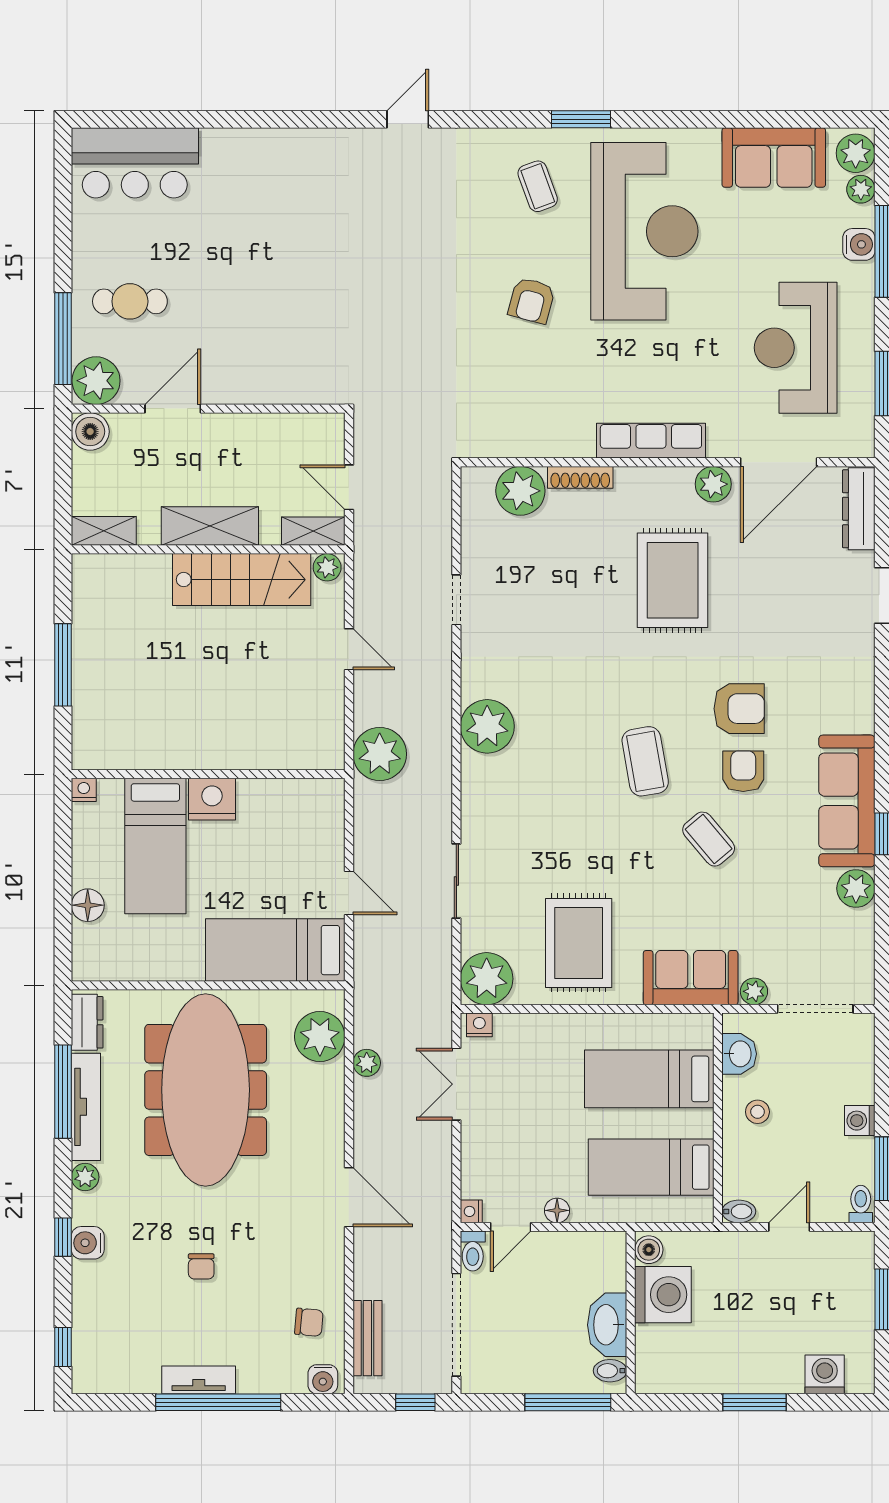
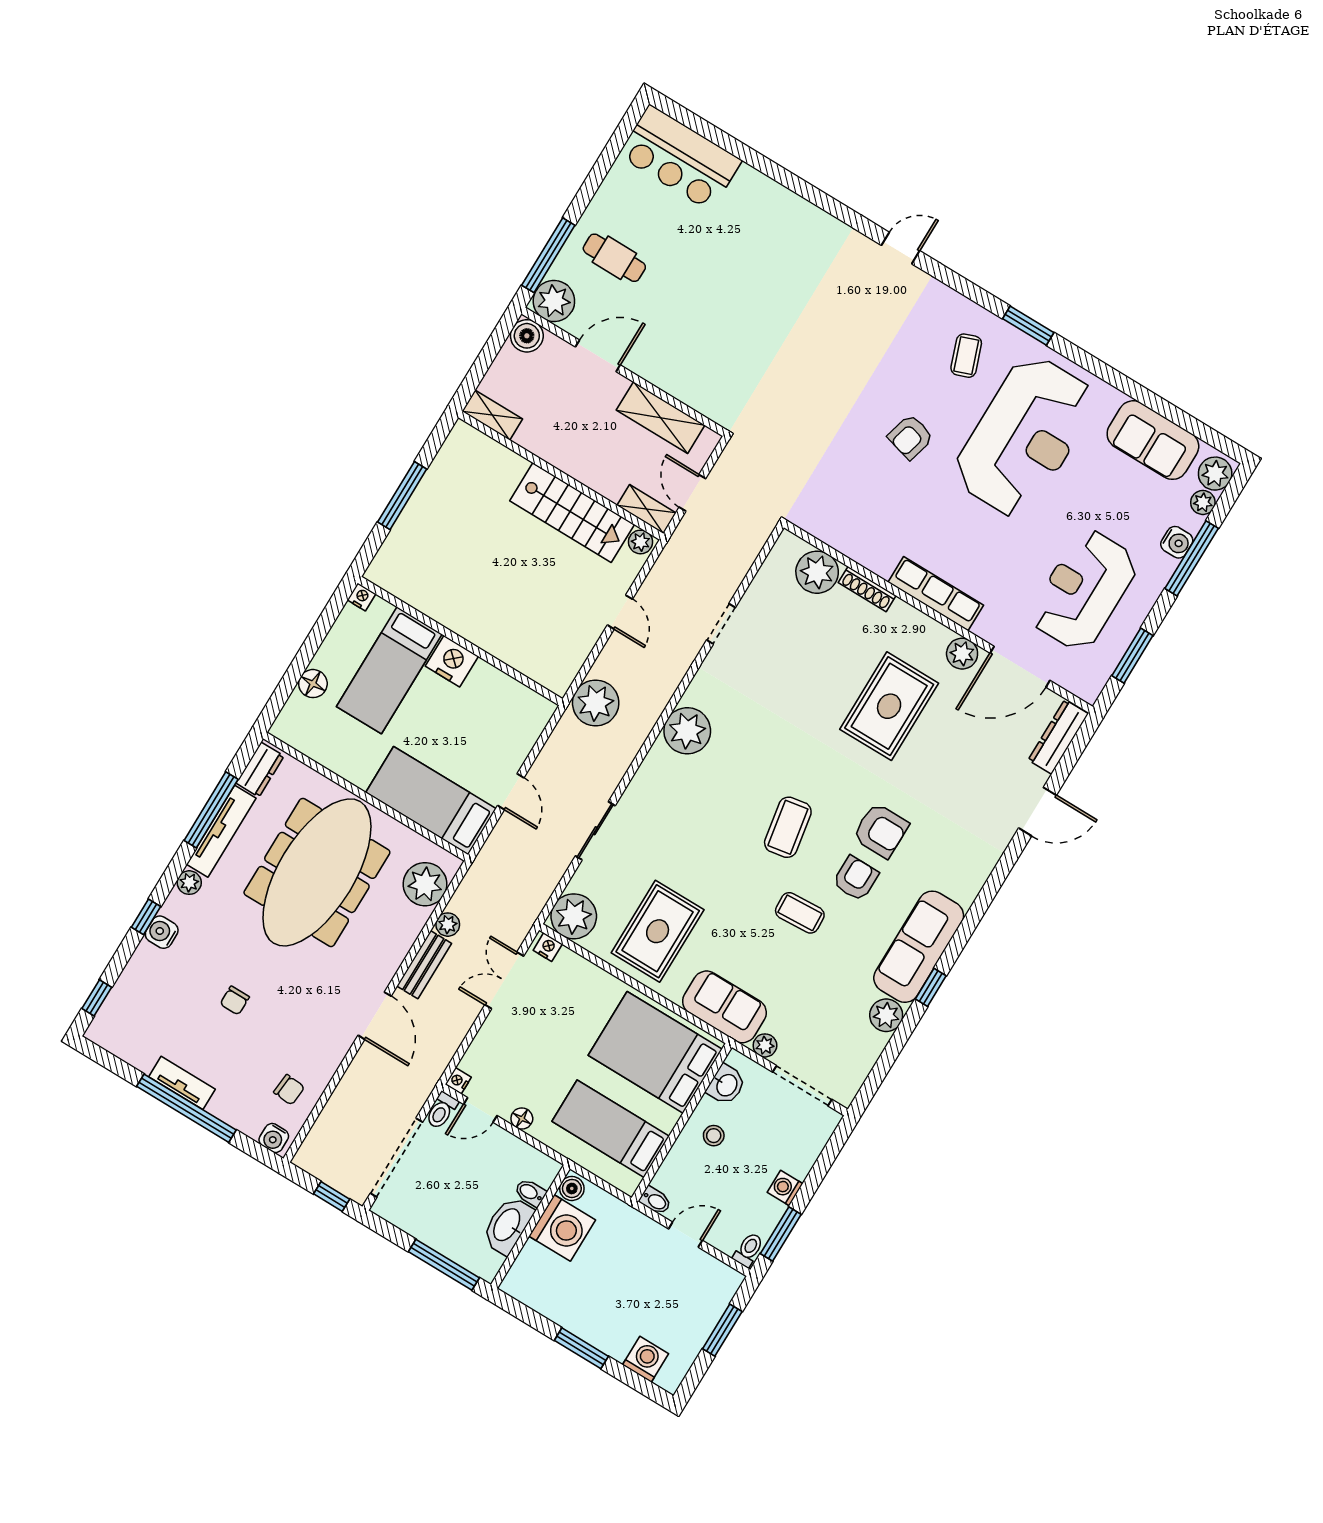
shelving: (210, 526) -> (661, 418), moved
coffee table: (709, 839) -> (800, 913), turned -53
bed: (649, 1079) -> (655, 1052), width x1.50
bench: (367, 1338) -> (424, 965), moved
bidet: (610, 1371) -> (530, 1193), moved

